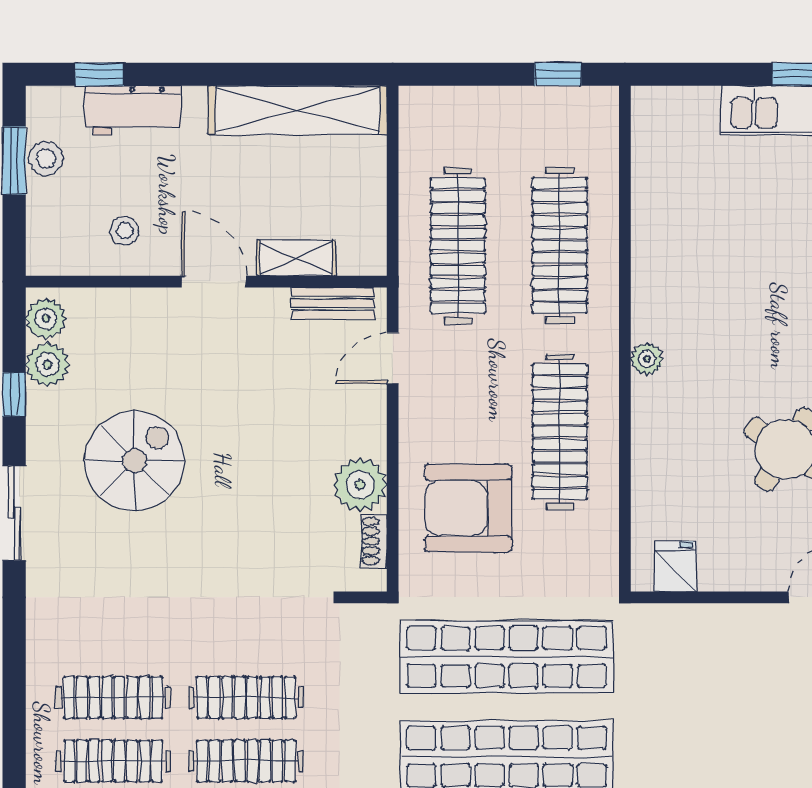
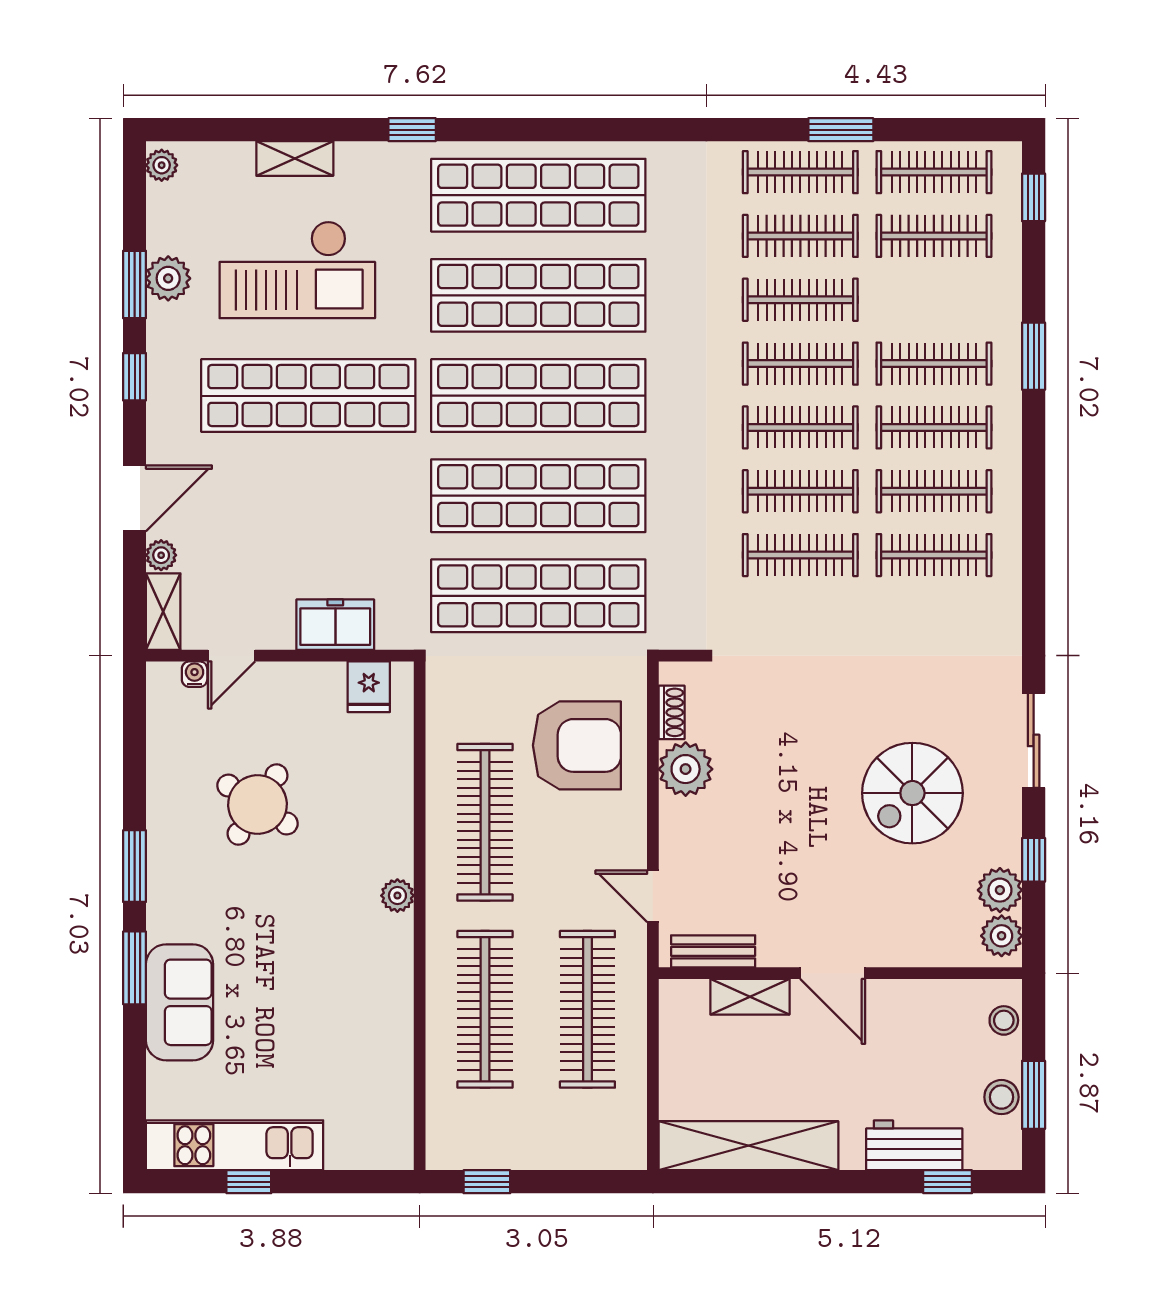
stool: (125, 231) -> (1004, 1020), moved
door: (393, 358) -> (653, 896), swing flipped
freezer: (709, 628) -> (335, 625), added

